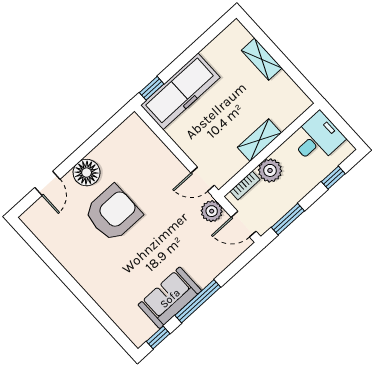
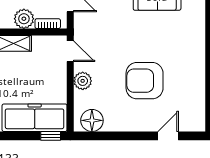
floor lamp: (87, 173) -> (92, 120), moved
plant: (212, 211) -> (83, 81), moved

